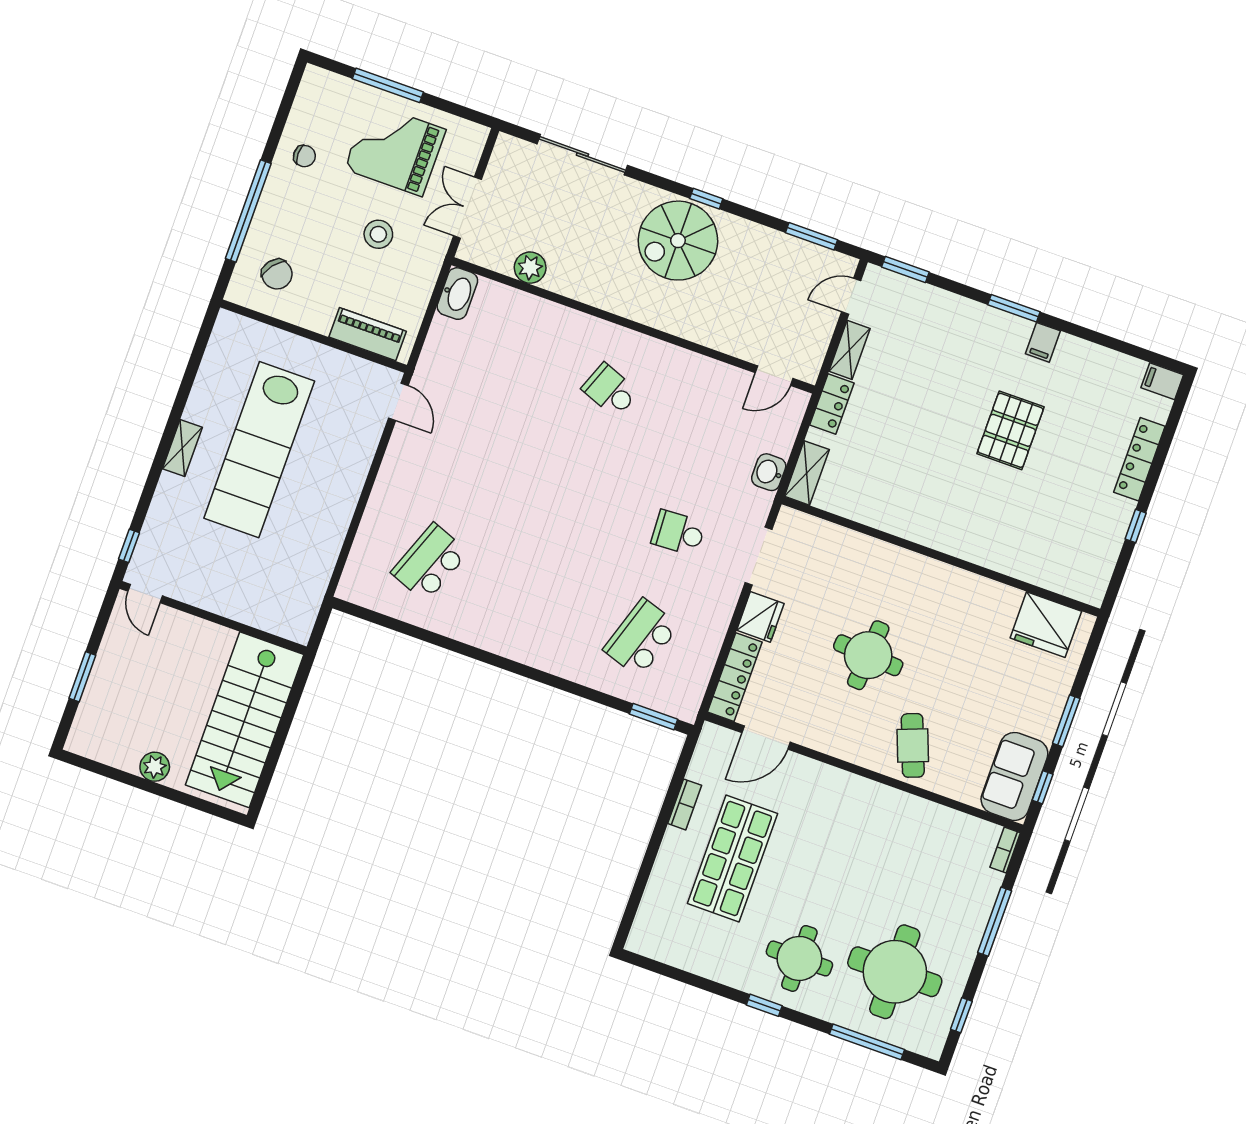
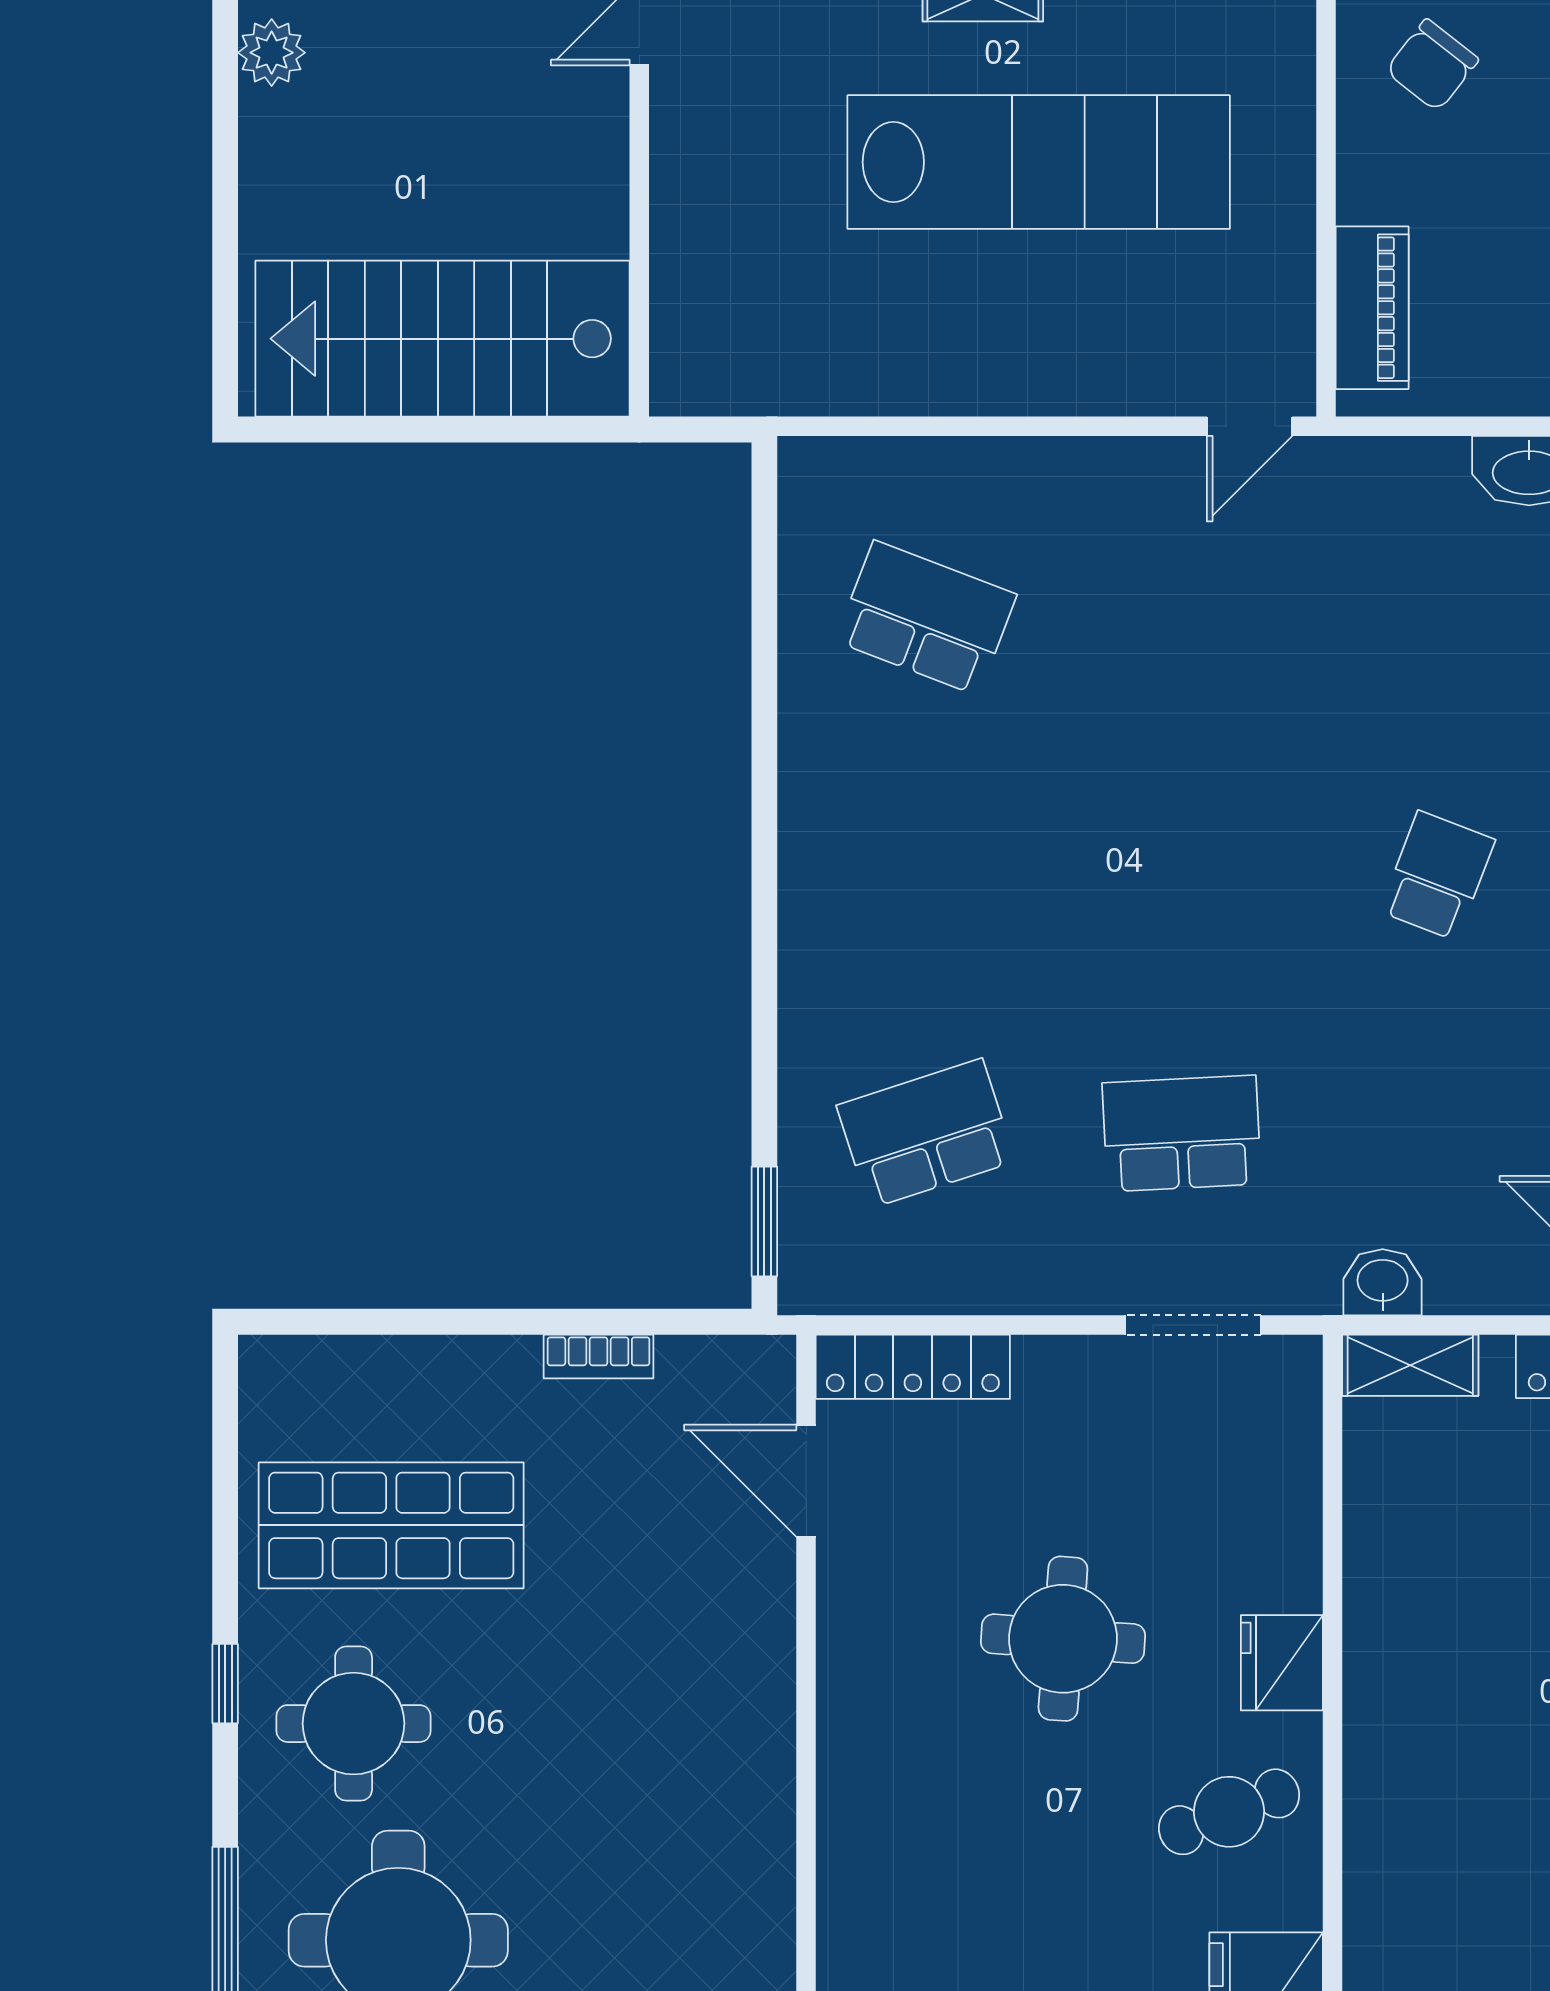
lab bench: (259, 450) -> (1039, 162), turned 180
school desk: (678, 533) -> (1182, 1133), width x1.85
fridge: (760, 617) -> (1282, 1663), moved, turned 90
school desk: (641, 638) -> (926, 1133), turned -36
cafe table: (913, 745) -> (1229, 1812), moved
plant: (155, 767) -> (272, 53), moved
shop shelf: (732, 859) -> (391, 1525), moved

